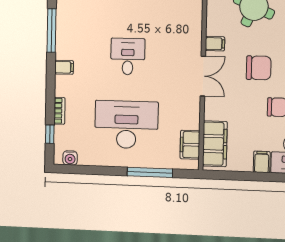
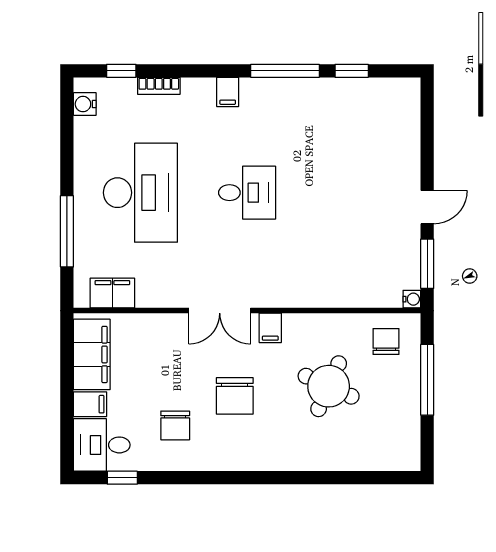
filing cabinet: (215, 144) -> (92, 354), moved, turned -90

